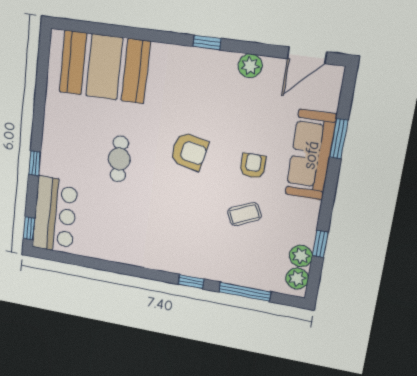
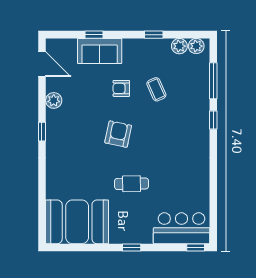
booth: (104, 67) -> (77, 222), moved, turned 90
window: (339, 139) -> (94, 35), width x0.67
sofa: (311, 155) -> (100, 51), width x0.73
window: (35, 163) -> (132, 248), moved
window: (320, 244) -> (154, 35), moved

